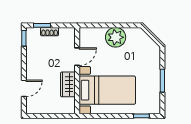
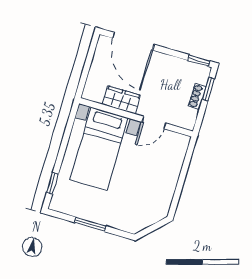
plant: (116, 37) -> (164, 180), removed
door: (77, 57) -> (154, 123), hinge flipped
door: (24, 88) -> (133, 41), width x1.87

